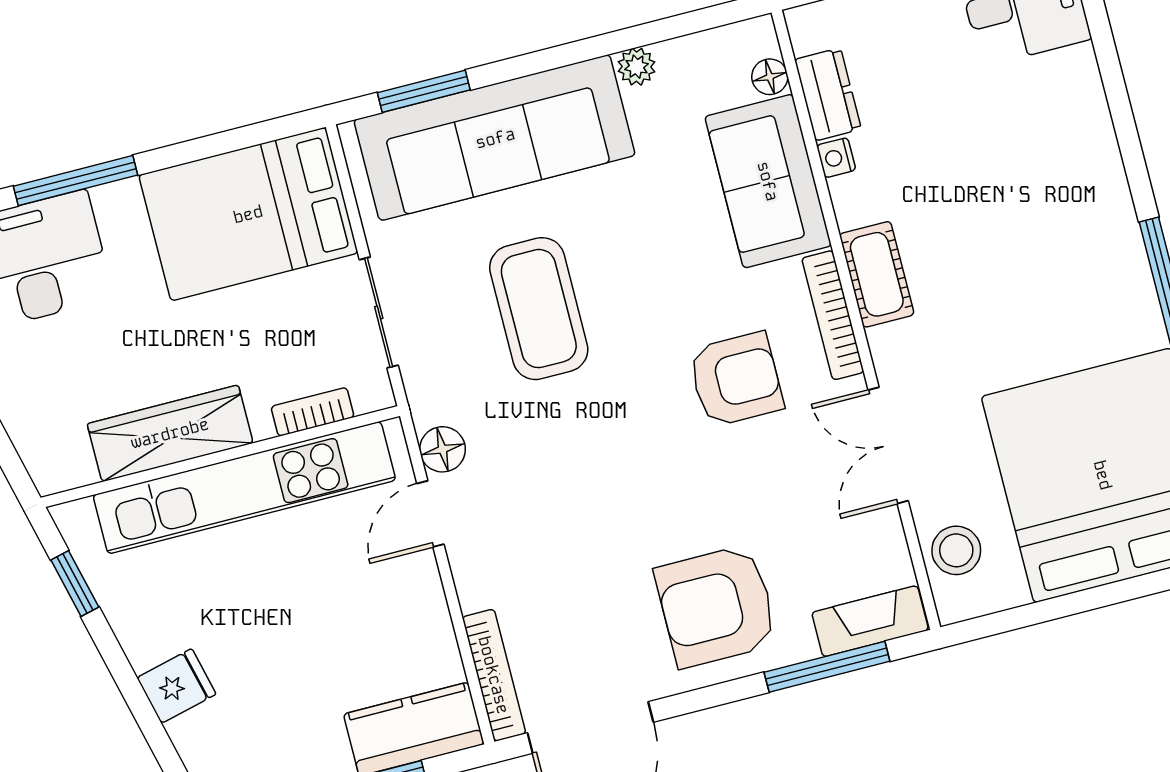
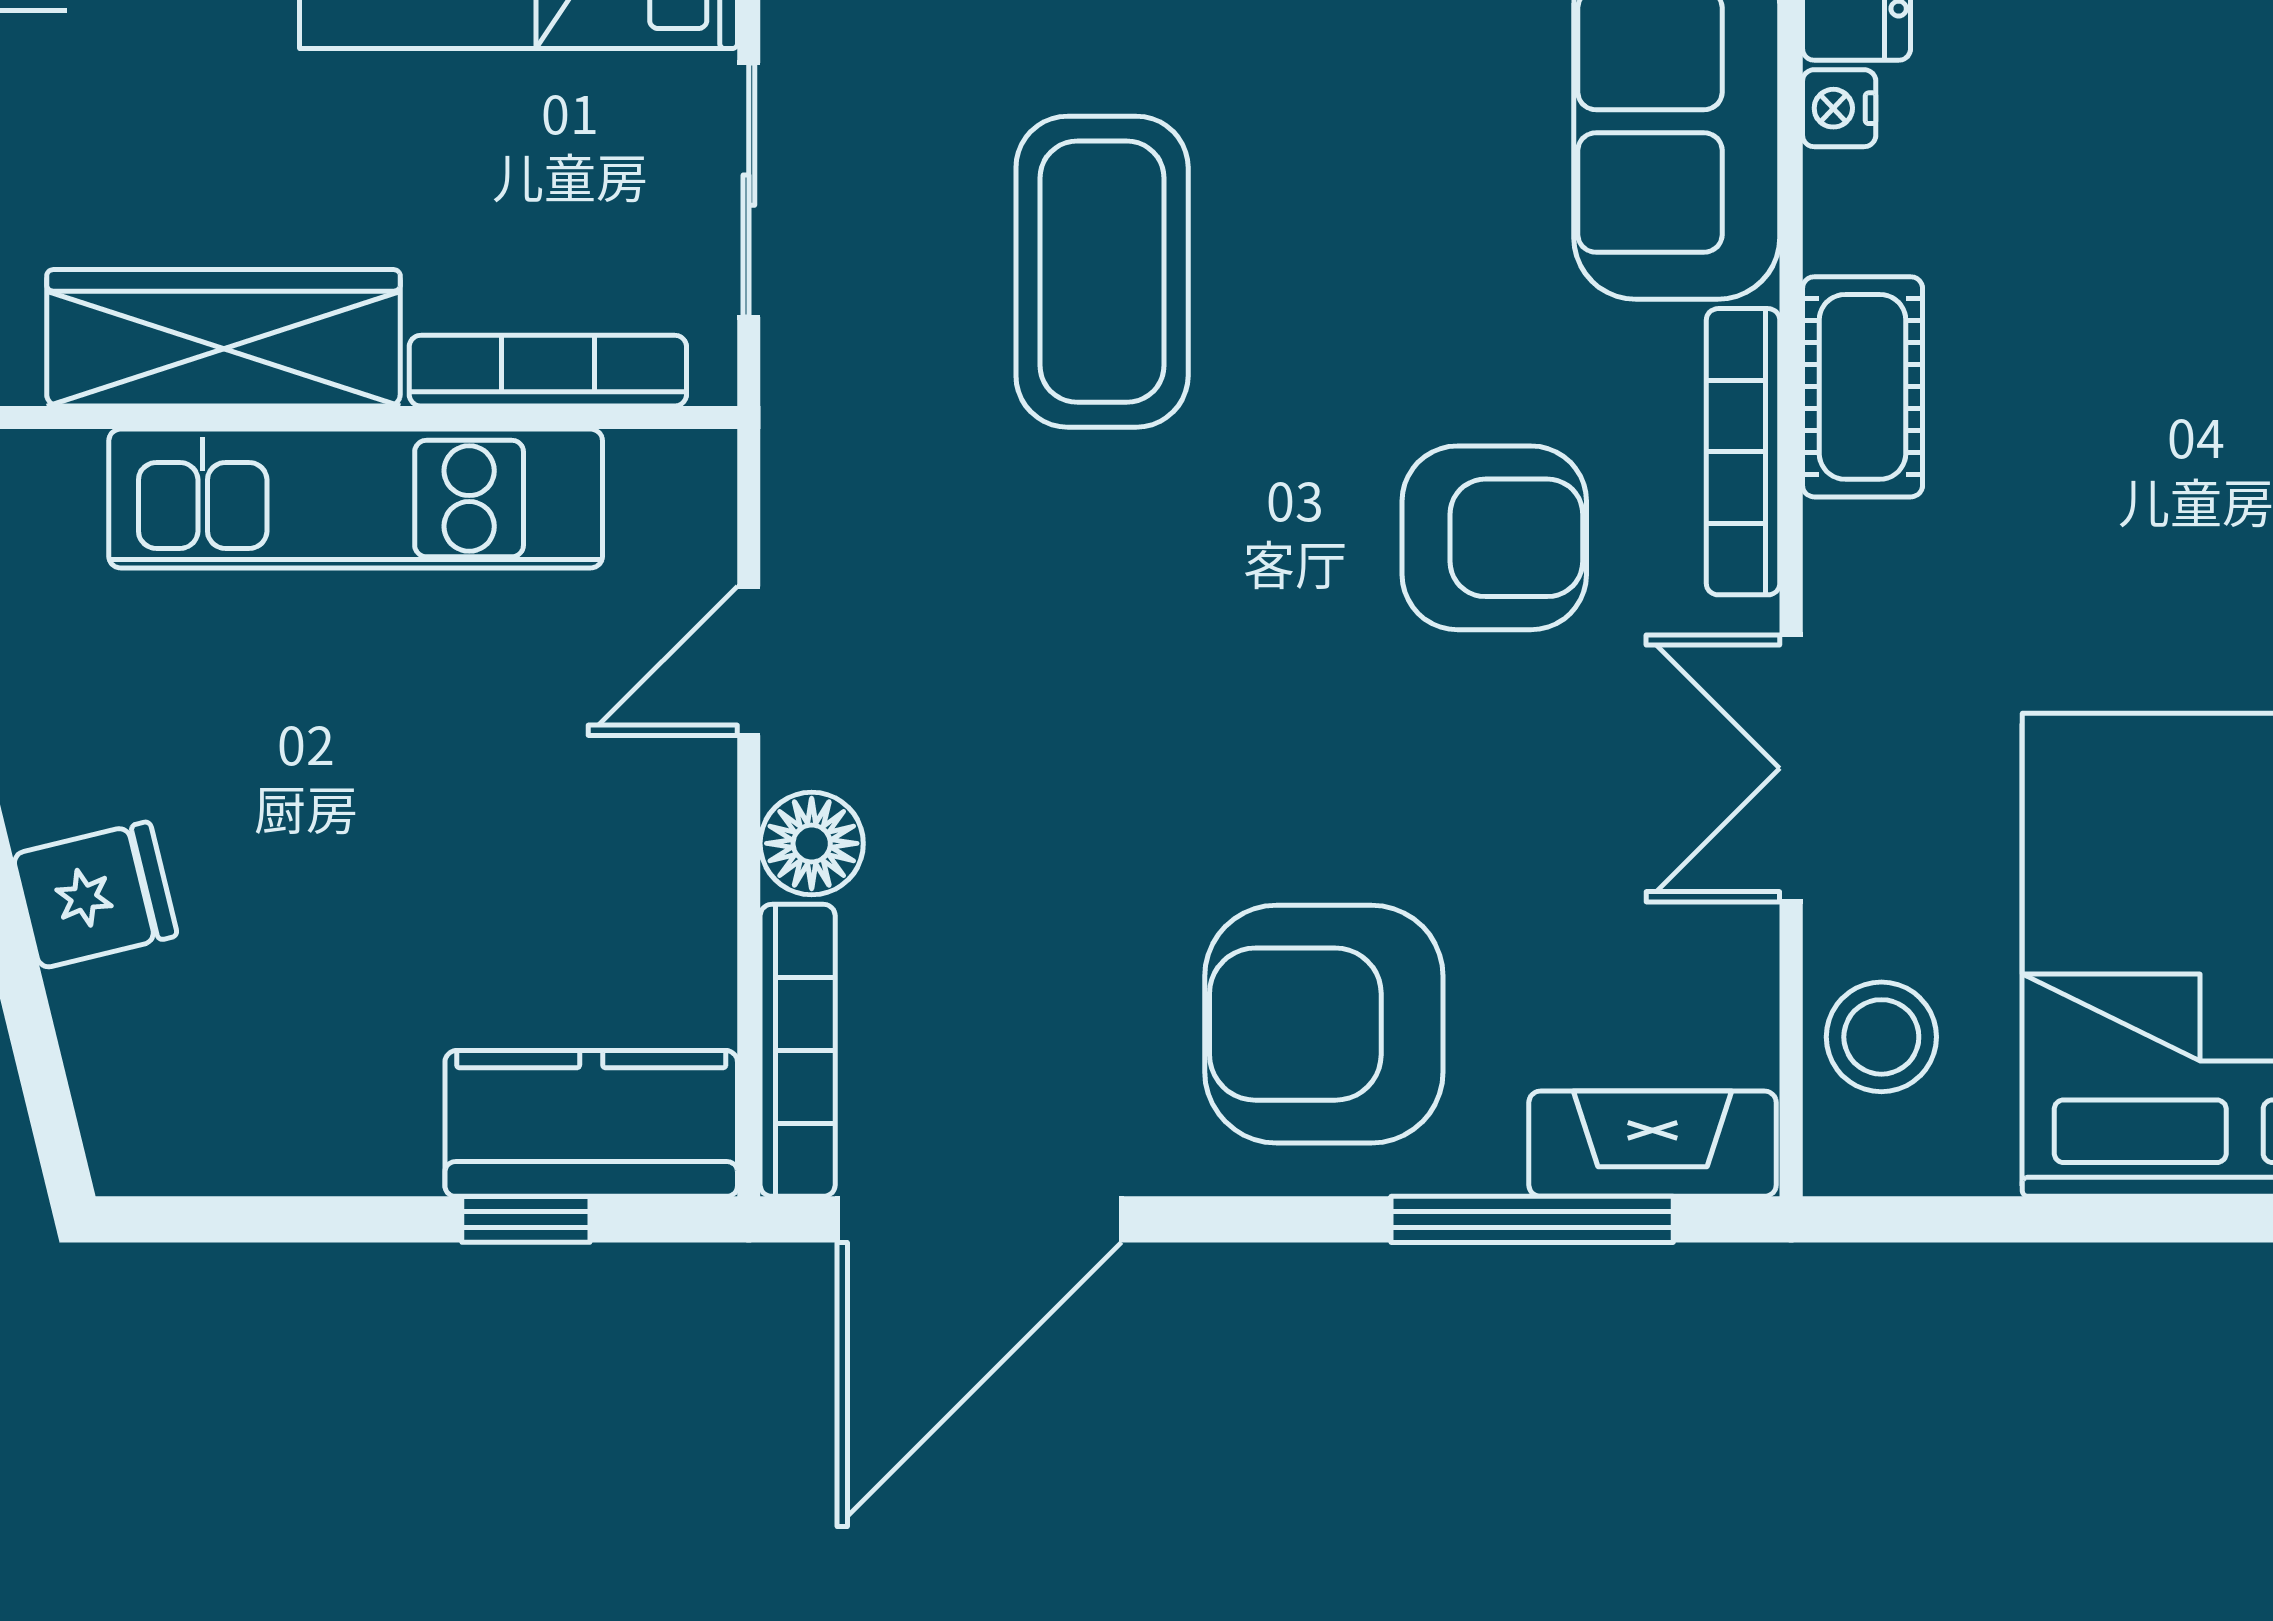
bookcase: (313, 412) -> (548, 371), width x1.56
floor lamp: (443, 449) -> (812, 843), moved
kitchen unit: (244, 488) -> (356, 499), width x0.73

